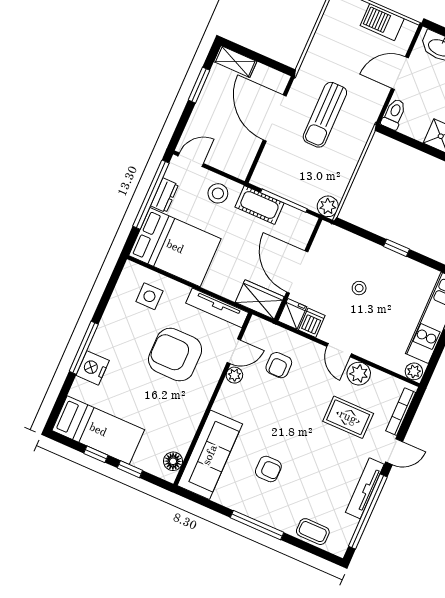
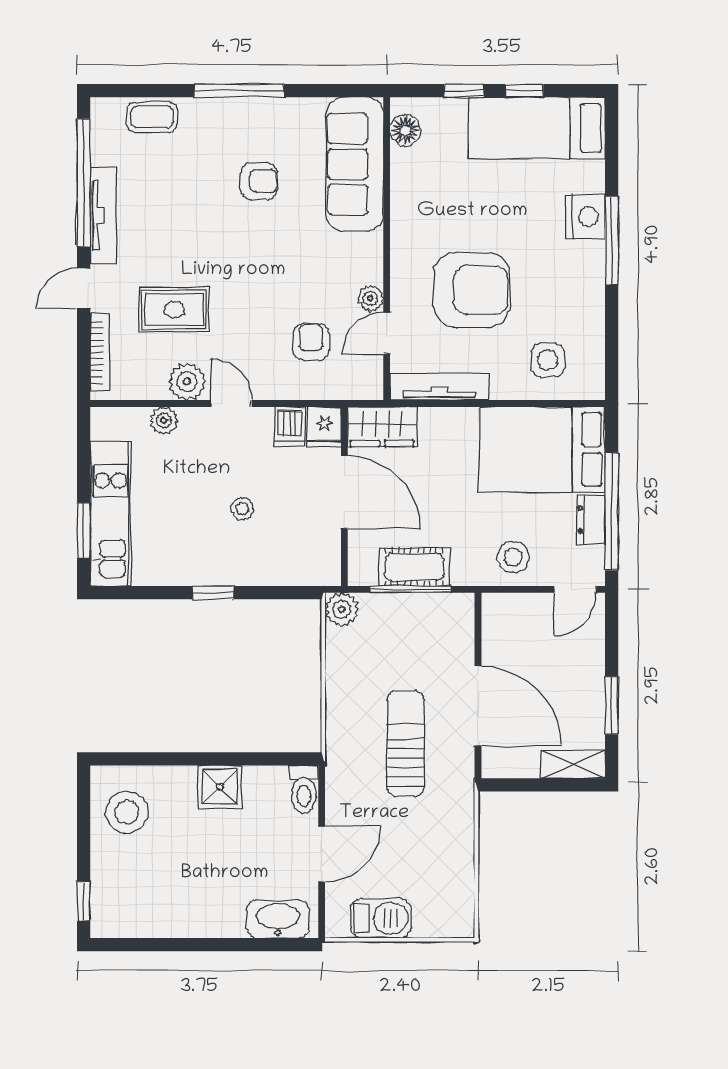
cot: (259, 205) -> (414, 567), moved
plant: (414, 371) -> (164, 421), moved
armchair: (268, 469) -> (259, 181), turned 180

